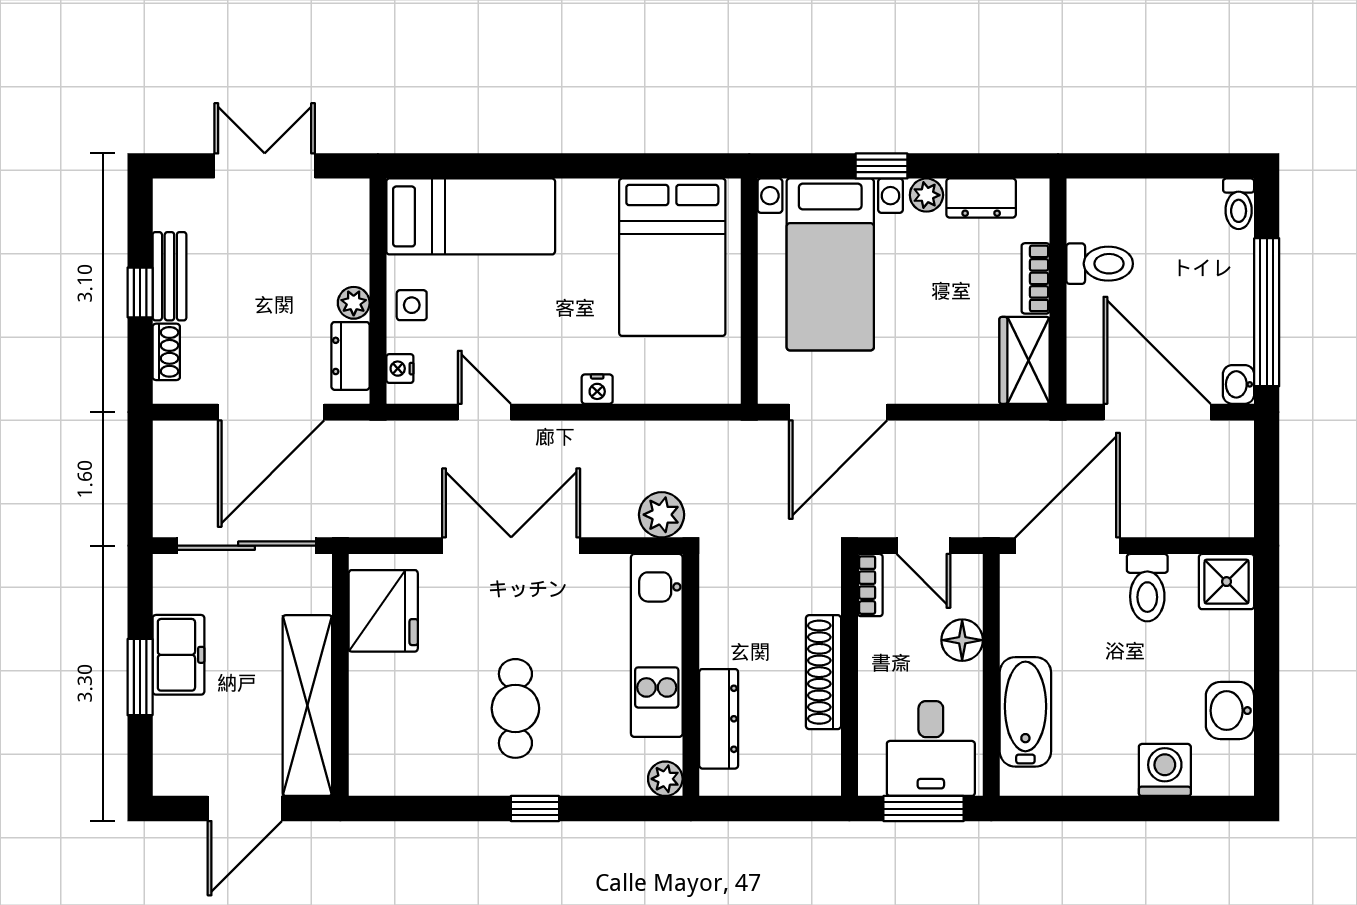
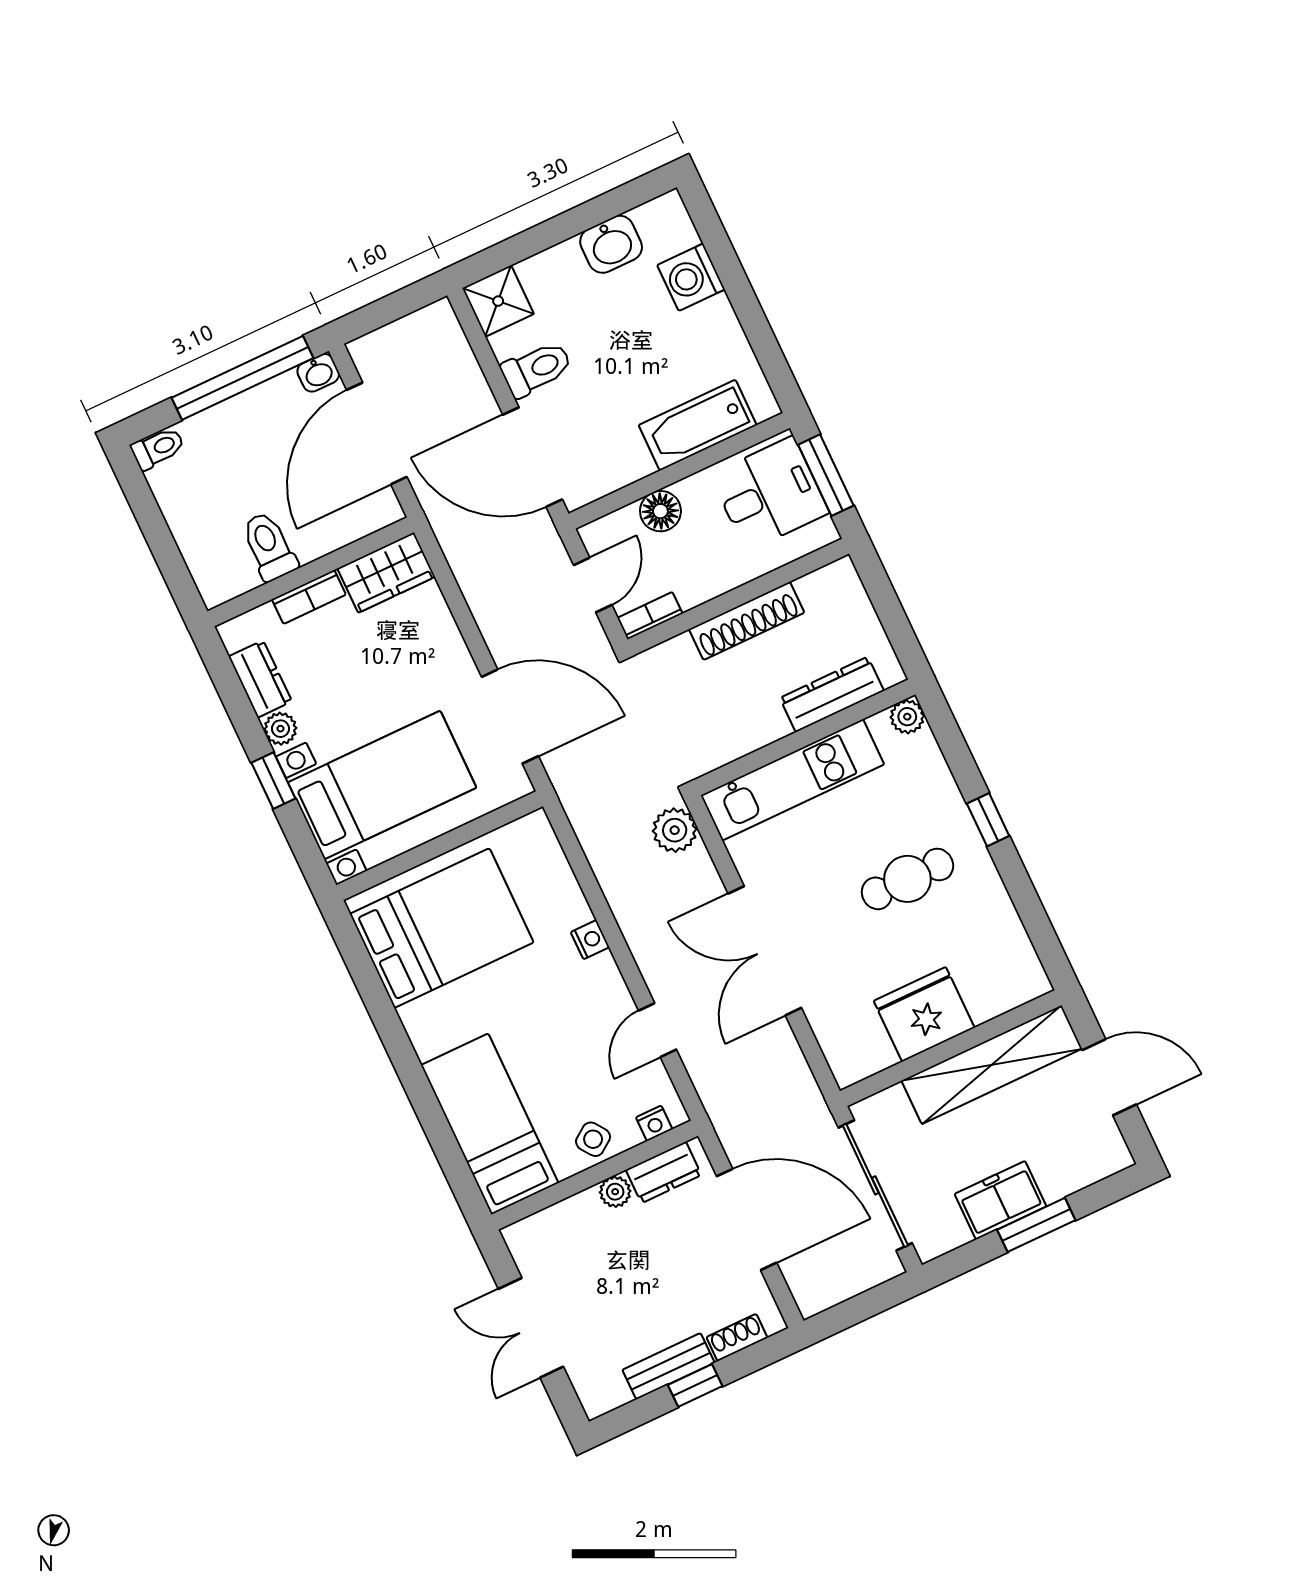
side table: (412, 305) -> (593, 1139), turned -35
fridge: (383, 611) -> (924, 1014), moved

